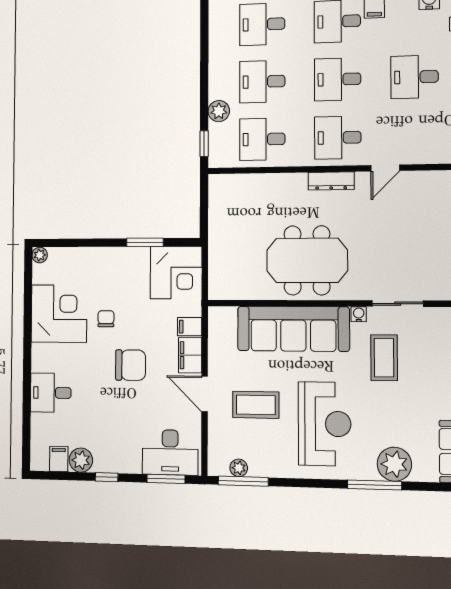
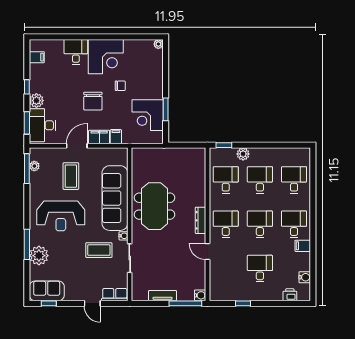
corner desk: (176, 273) -> (148, 115), moved
corner desk: (59, 314) -> (106, 57), moved
plant: (81, 460) -> (36, 101), moved

